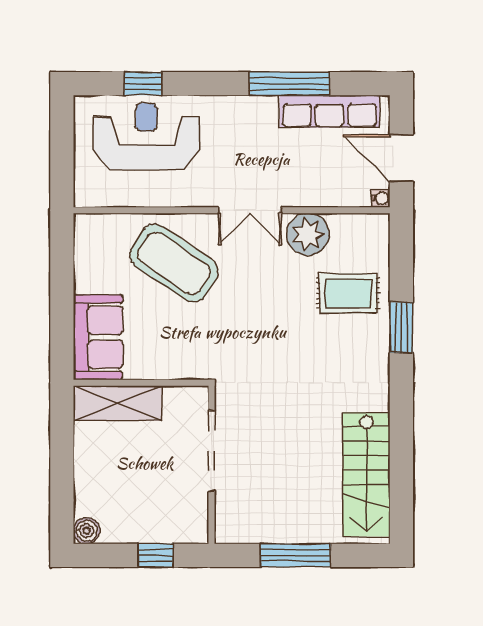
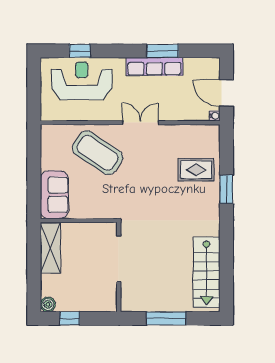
window: (289, 84) -> (163, 51), width x0.69
row of seats: (329, 111) -> (154, 67), moved
double door: (250, 210) -> (140, 123), swing flipped
plant: (308, 234) -> (173, 136), removed
shelving: (118, 403) -> (50, 248), moved, turned 90
window: (156, 555) -> (70, 318), moved

